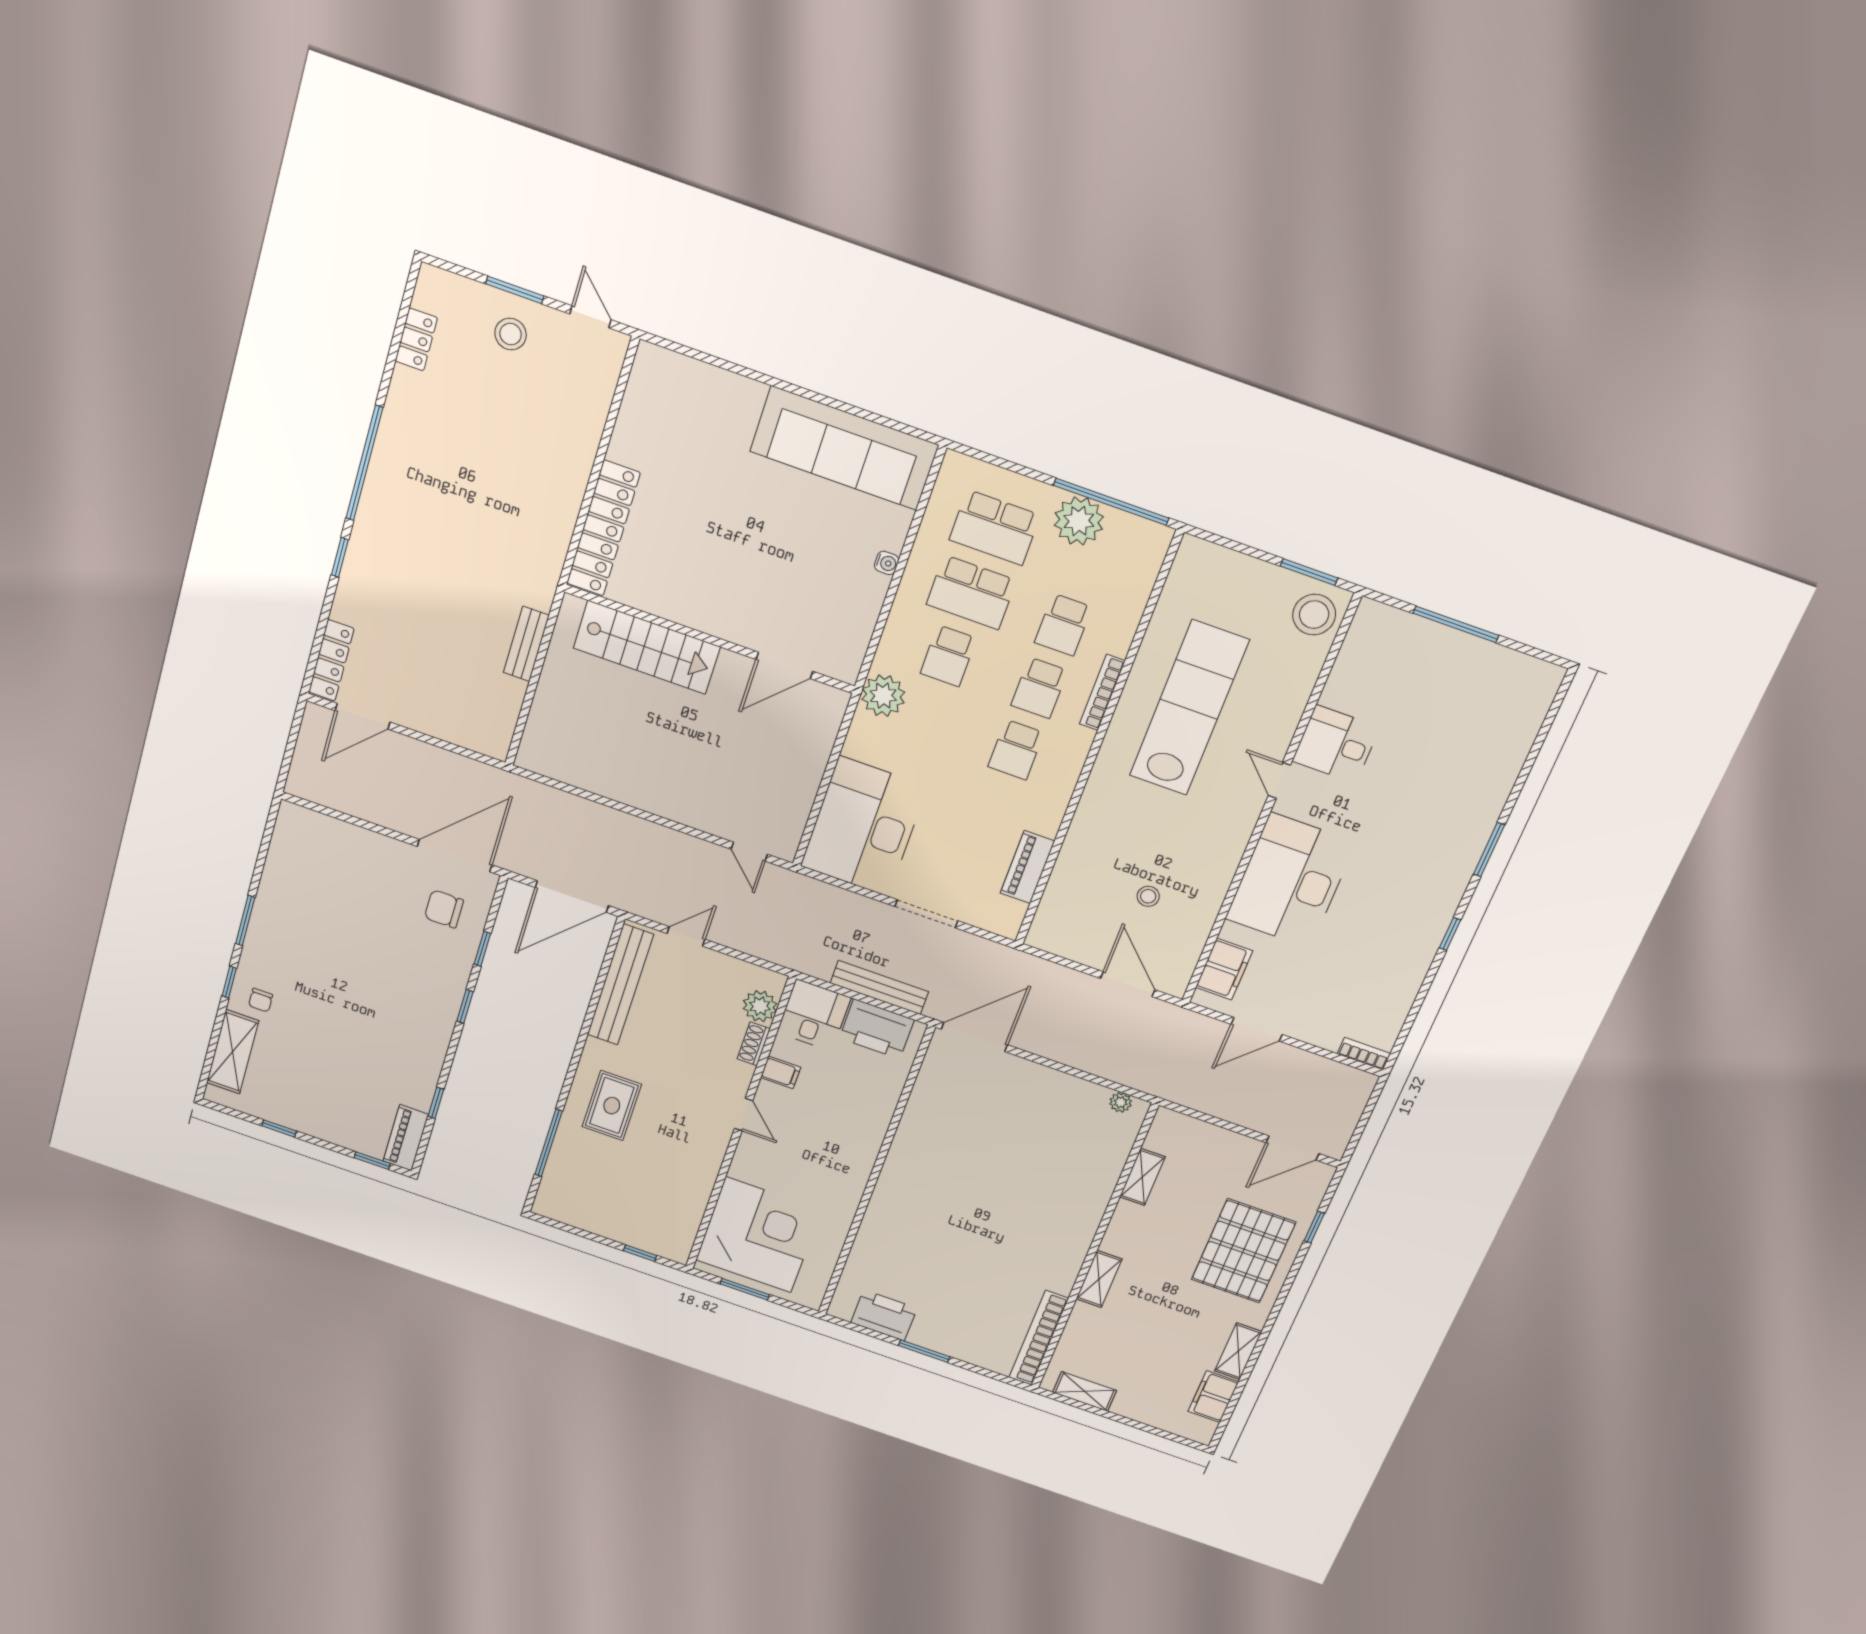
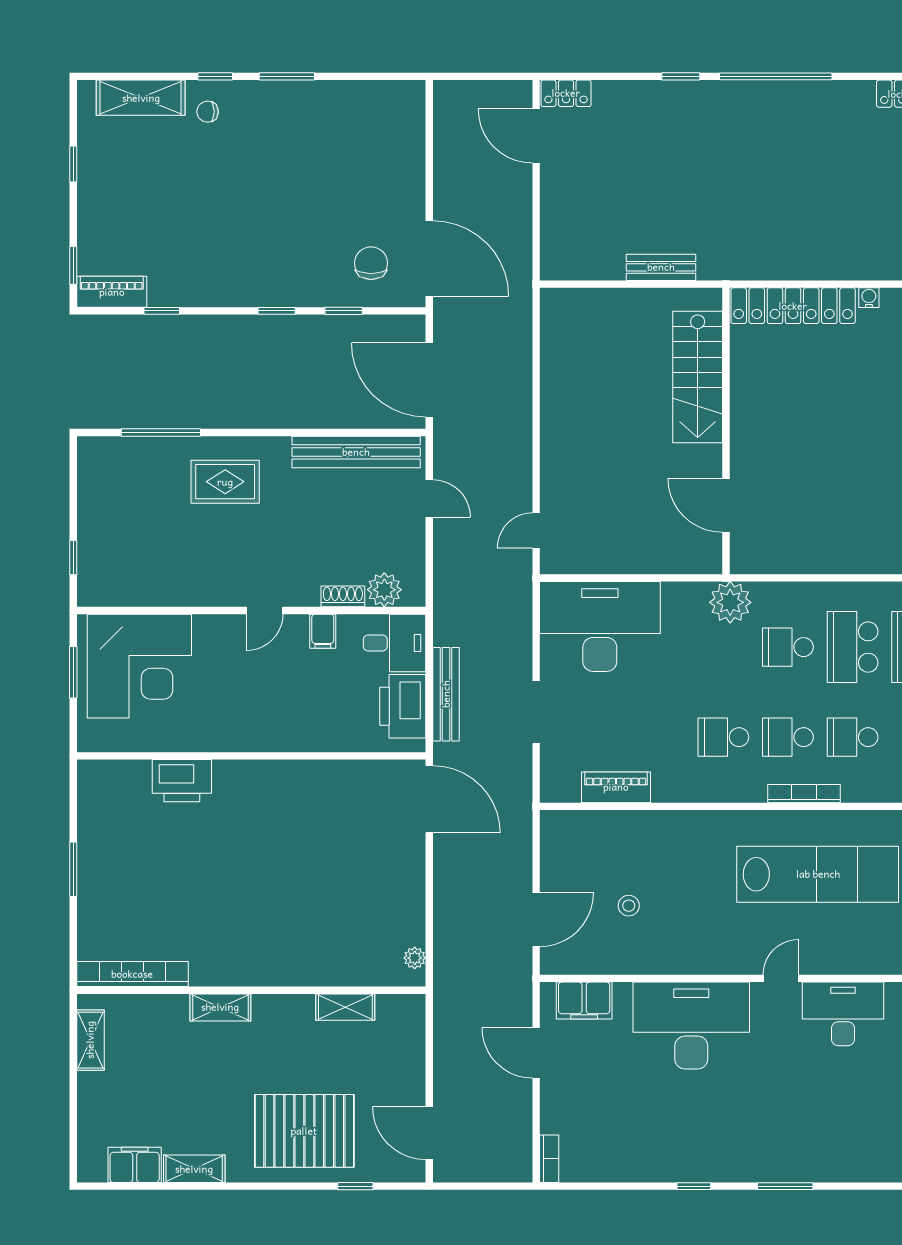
water cooler: (887, 563) -> (869, 298), moved, turned 180
locker: (331, 660) -> (566, 93), width x0.66
desk: (1336, 744) -> (843, 1014), width x1.37
printer: (884, 1315) -> (182, 781), moved, turned 90

